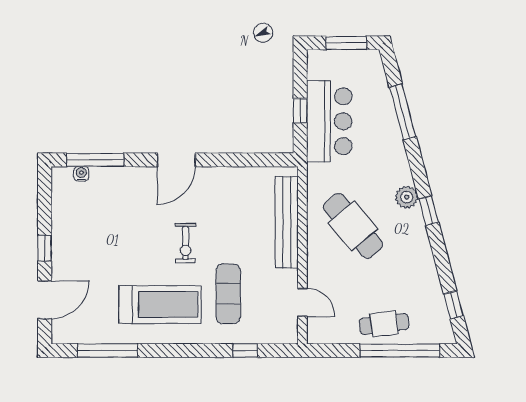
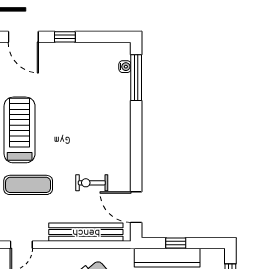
door: (176, 160) -> (136, 207), moved
exercise bike: (186, 243) -> (92, 183), moved
treadmill: (160, 305) -> (20, 130), turned 180

